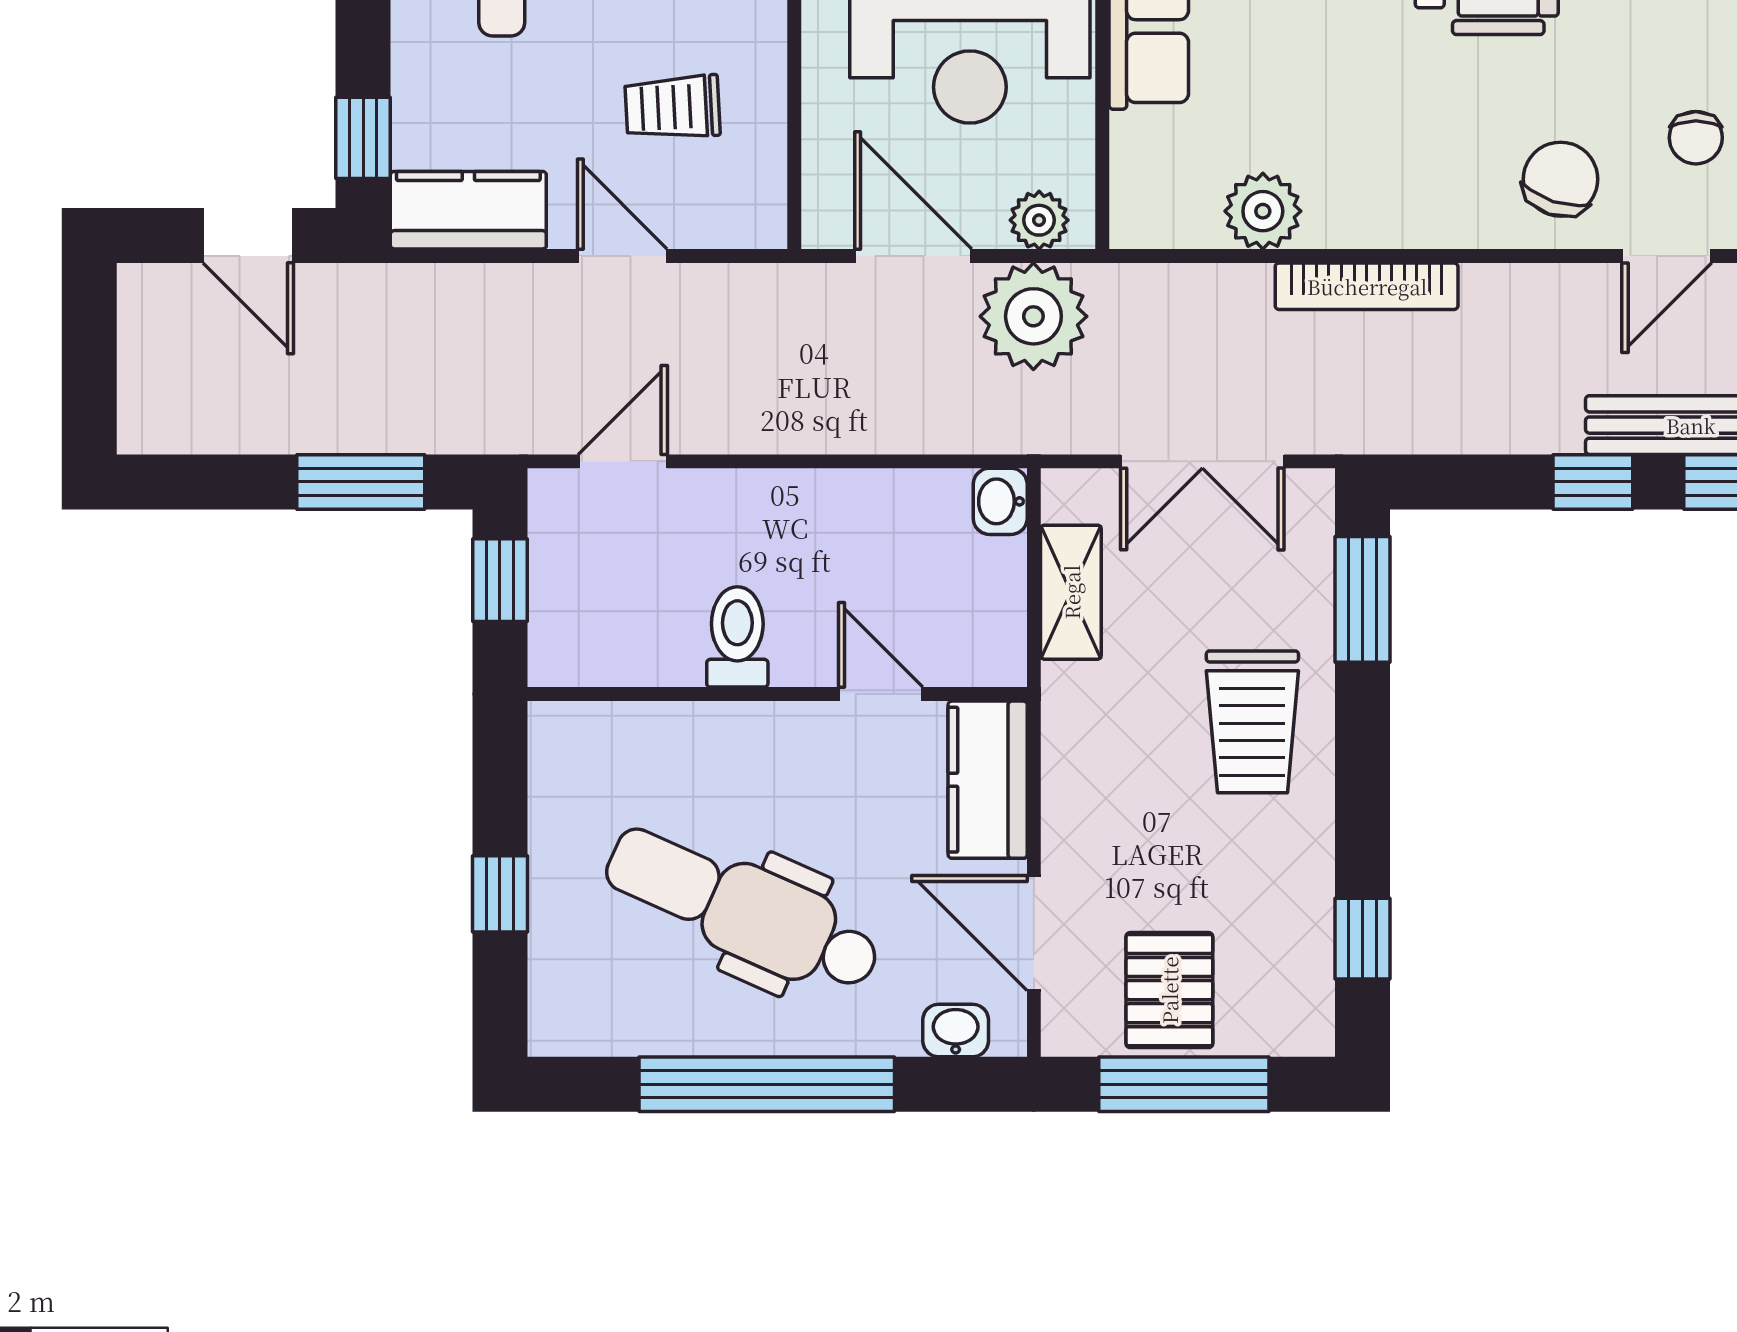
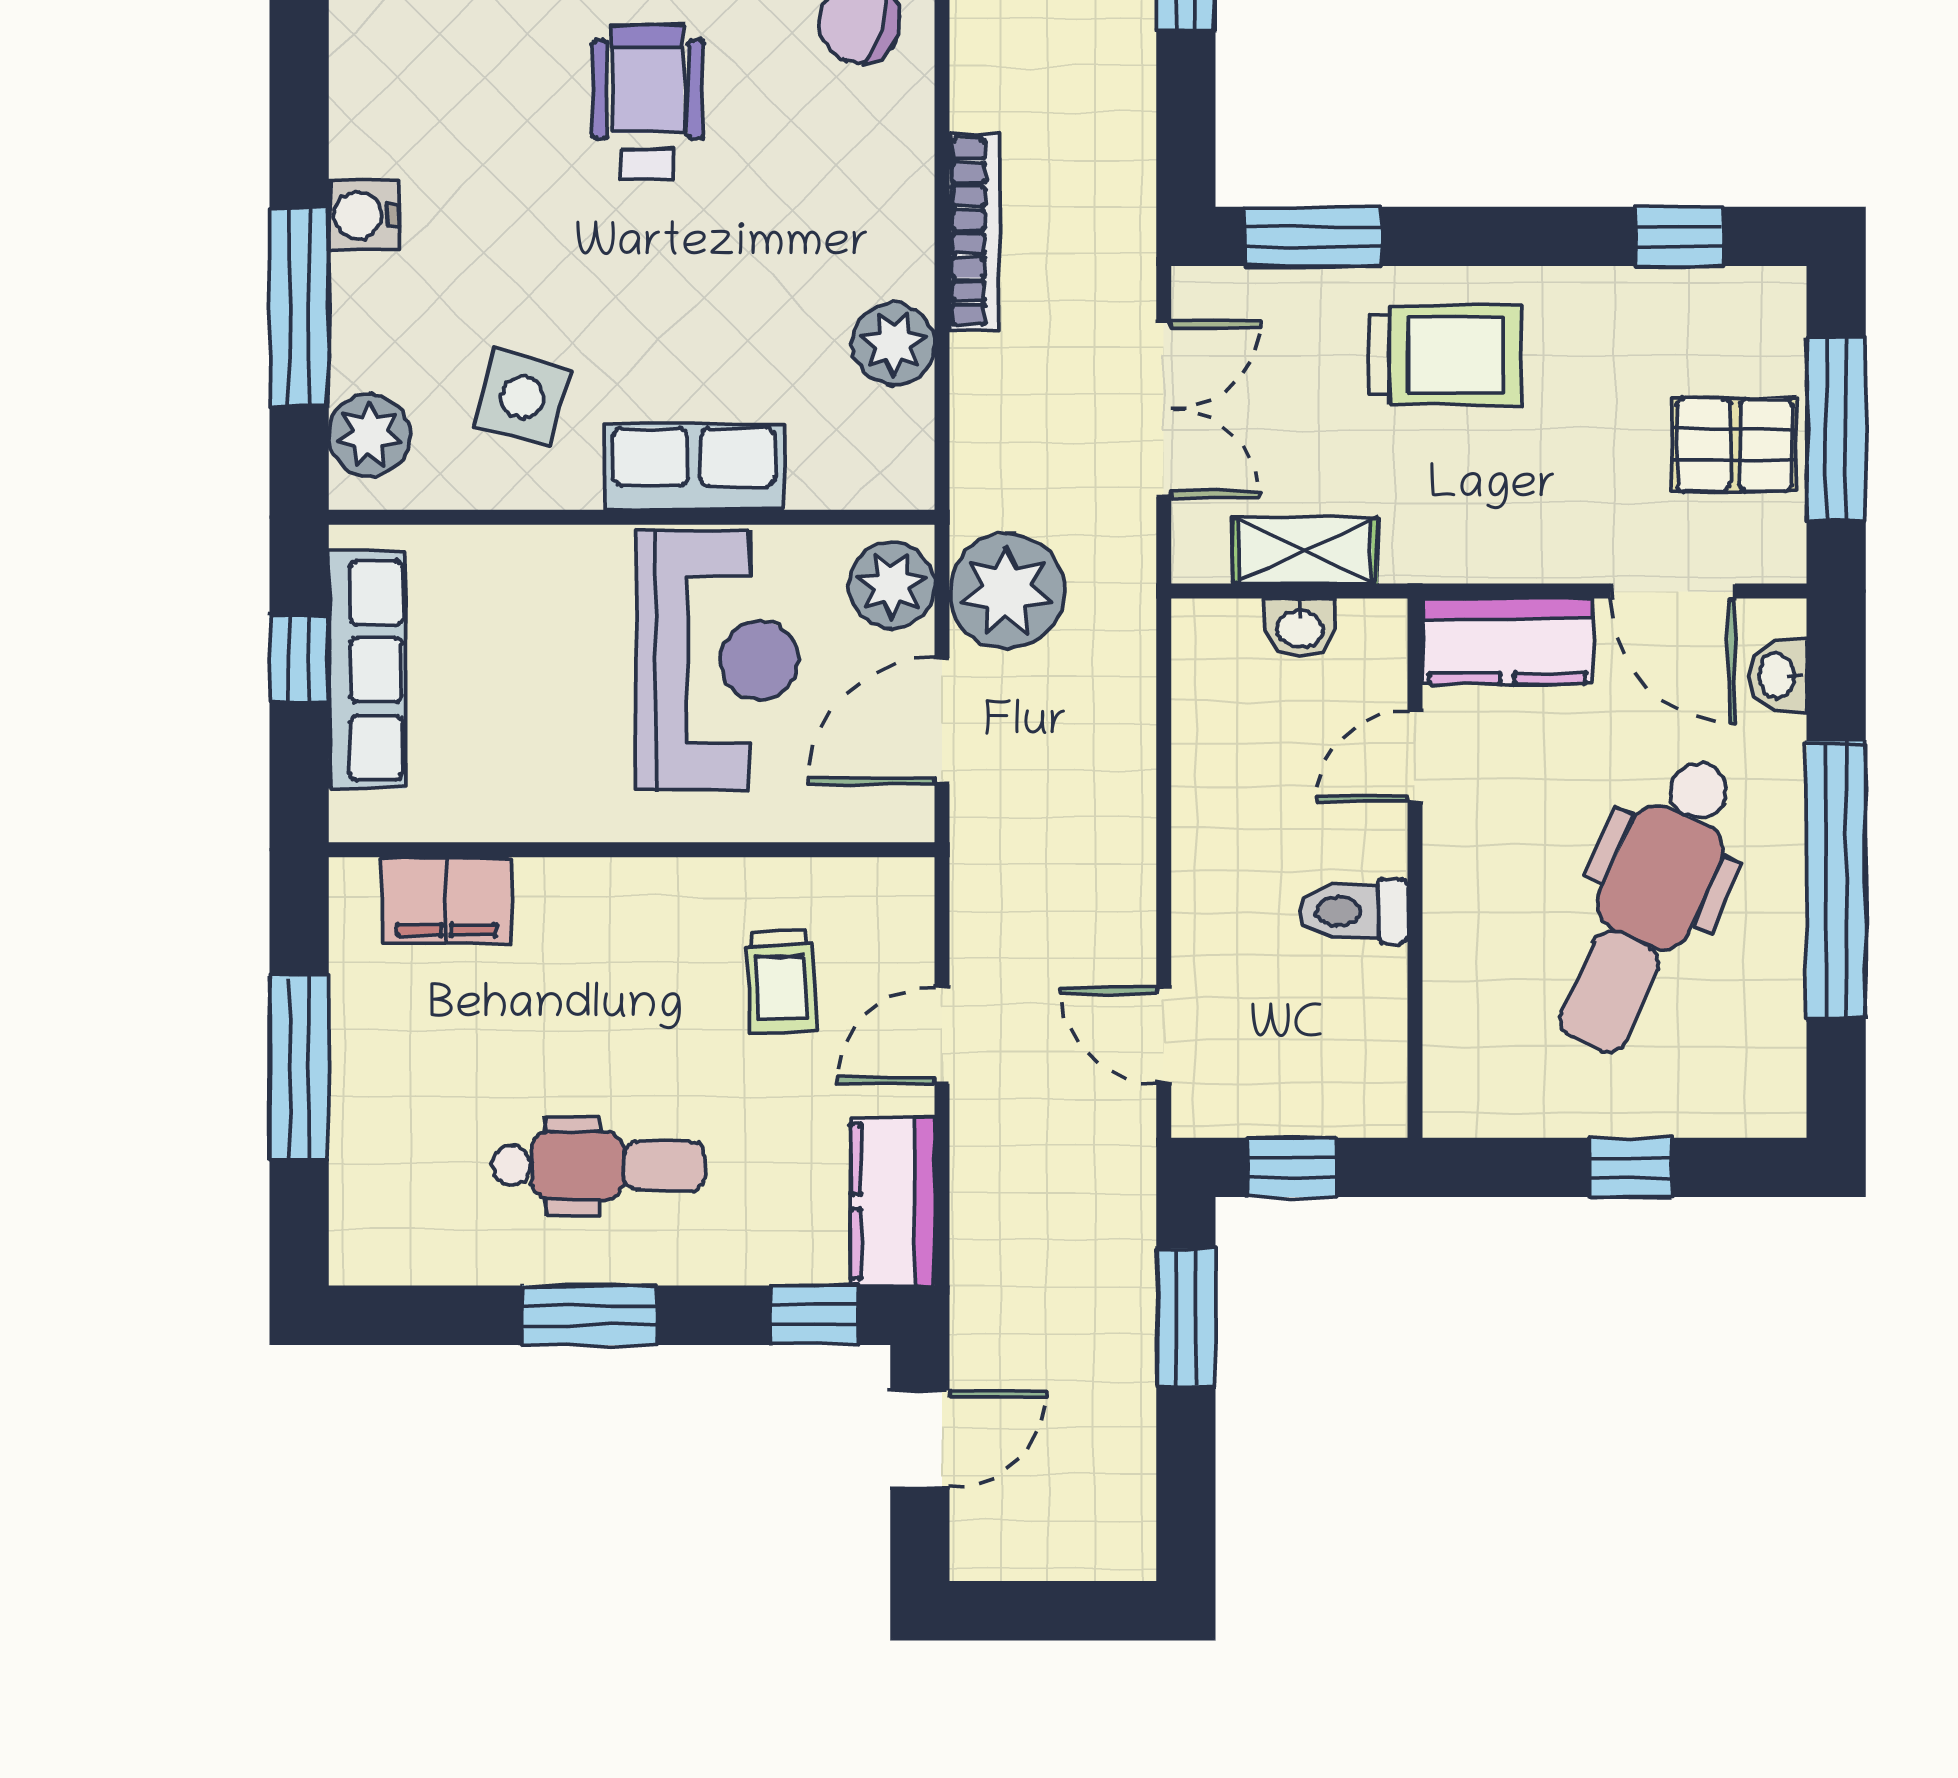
plant: (1039, 220) -> (892, 585), width x1.38, depth x1.38
washbasin: (1000, 501) -> (1300, 627), moved
door: (1034, 933) -> (1673, 591), hinge flipped

